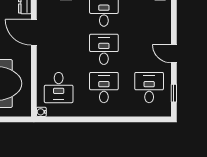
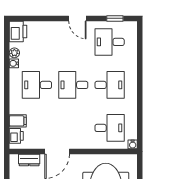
door: (174, 54) -> (77, 18), hinge flipped
desk: (104, 88) -> (110, 85), turned 180

